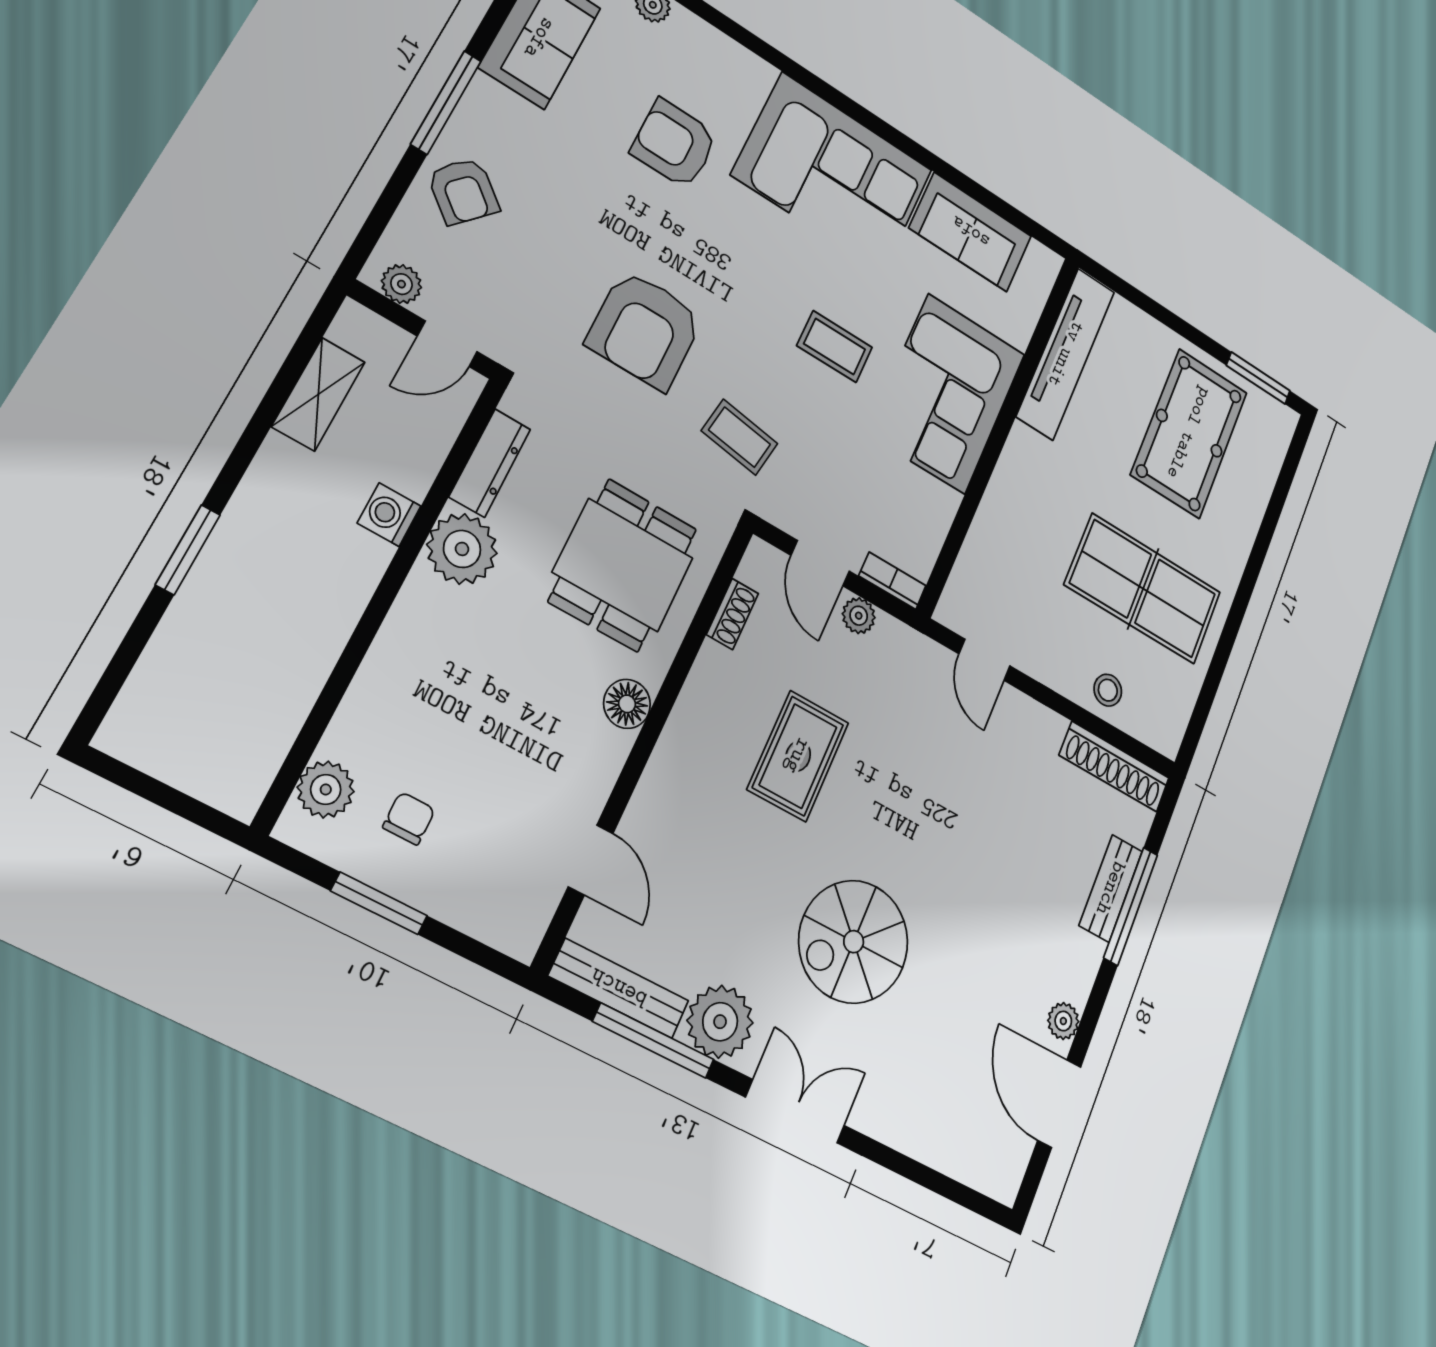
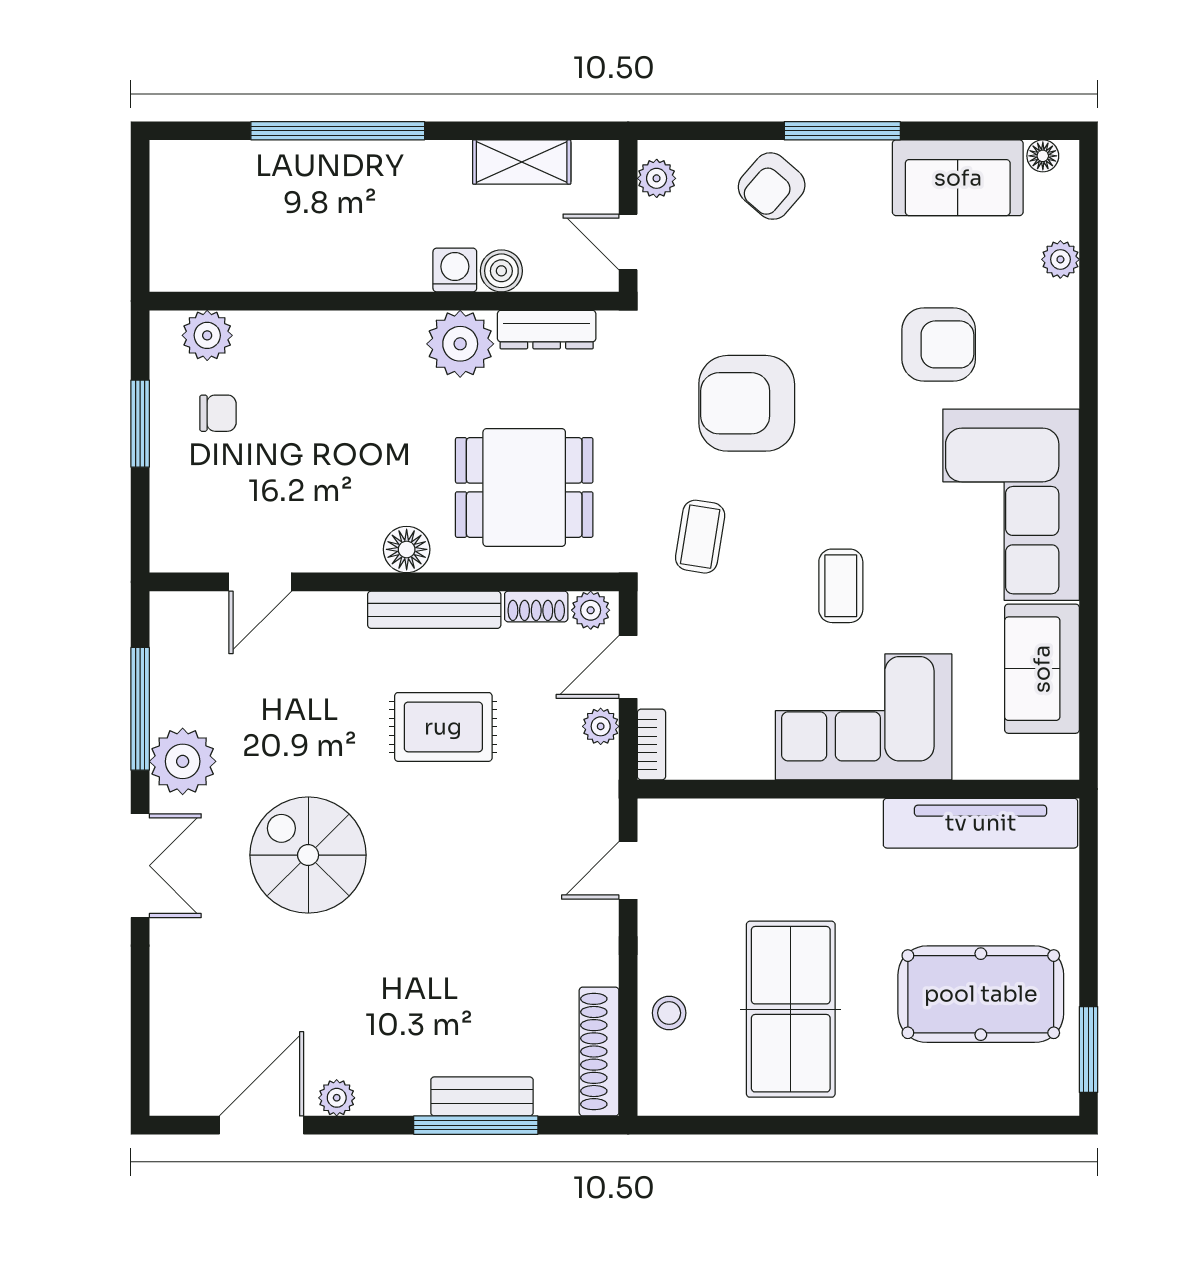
armchair: (674, 144) -> (939, 344), turned 90
boiler: (413, 472) -> (501, 271), added
window: (188, 550) -> (338, 131), width x2.11
plant: (758, 568) -> (591, 610), added
bench: (619, 988) -> (434, 610), moved, turned 90

